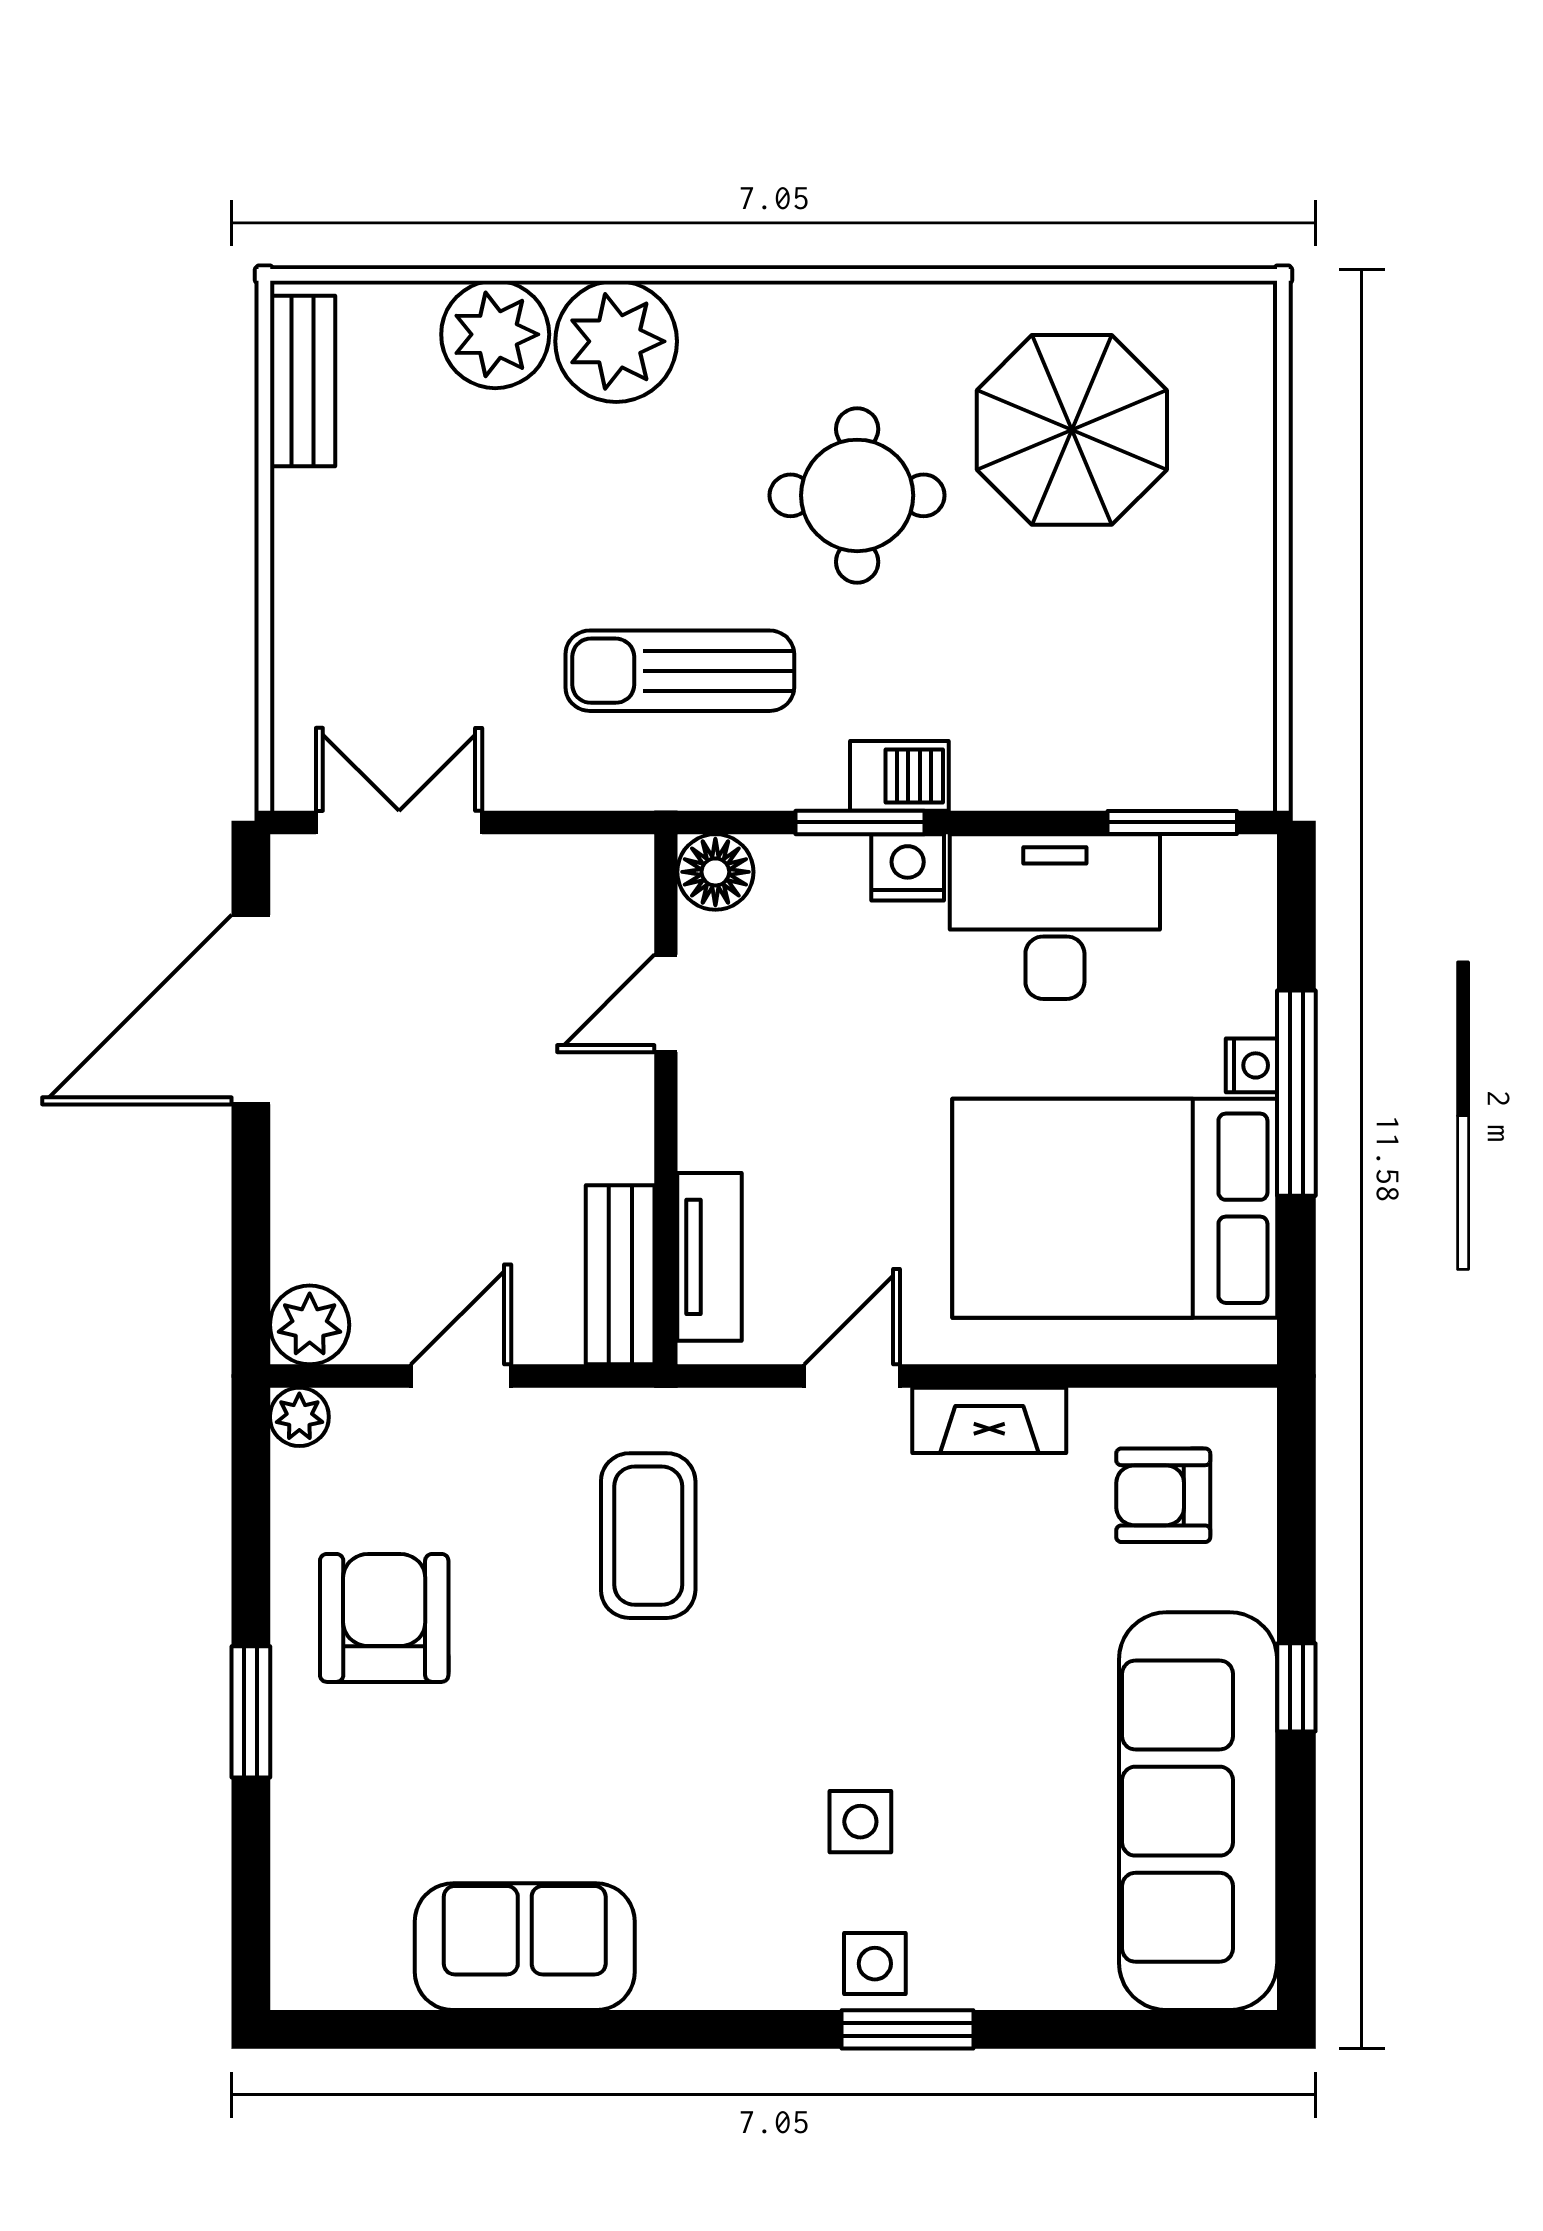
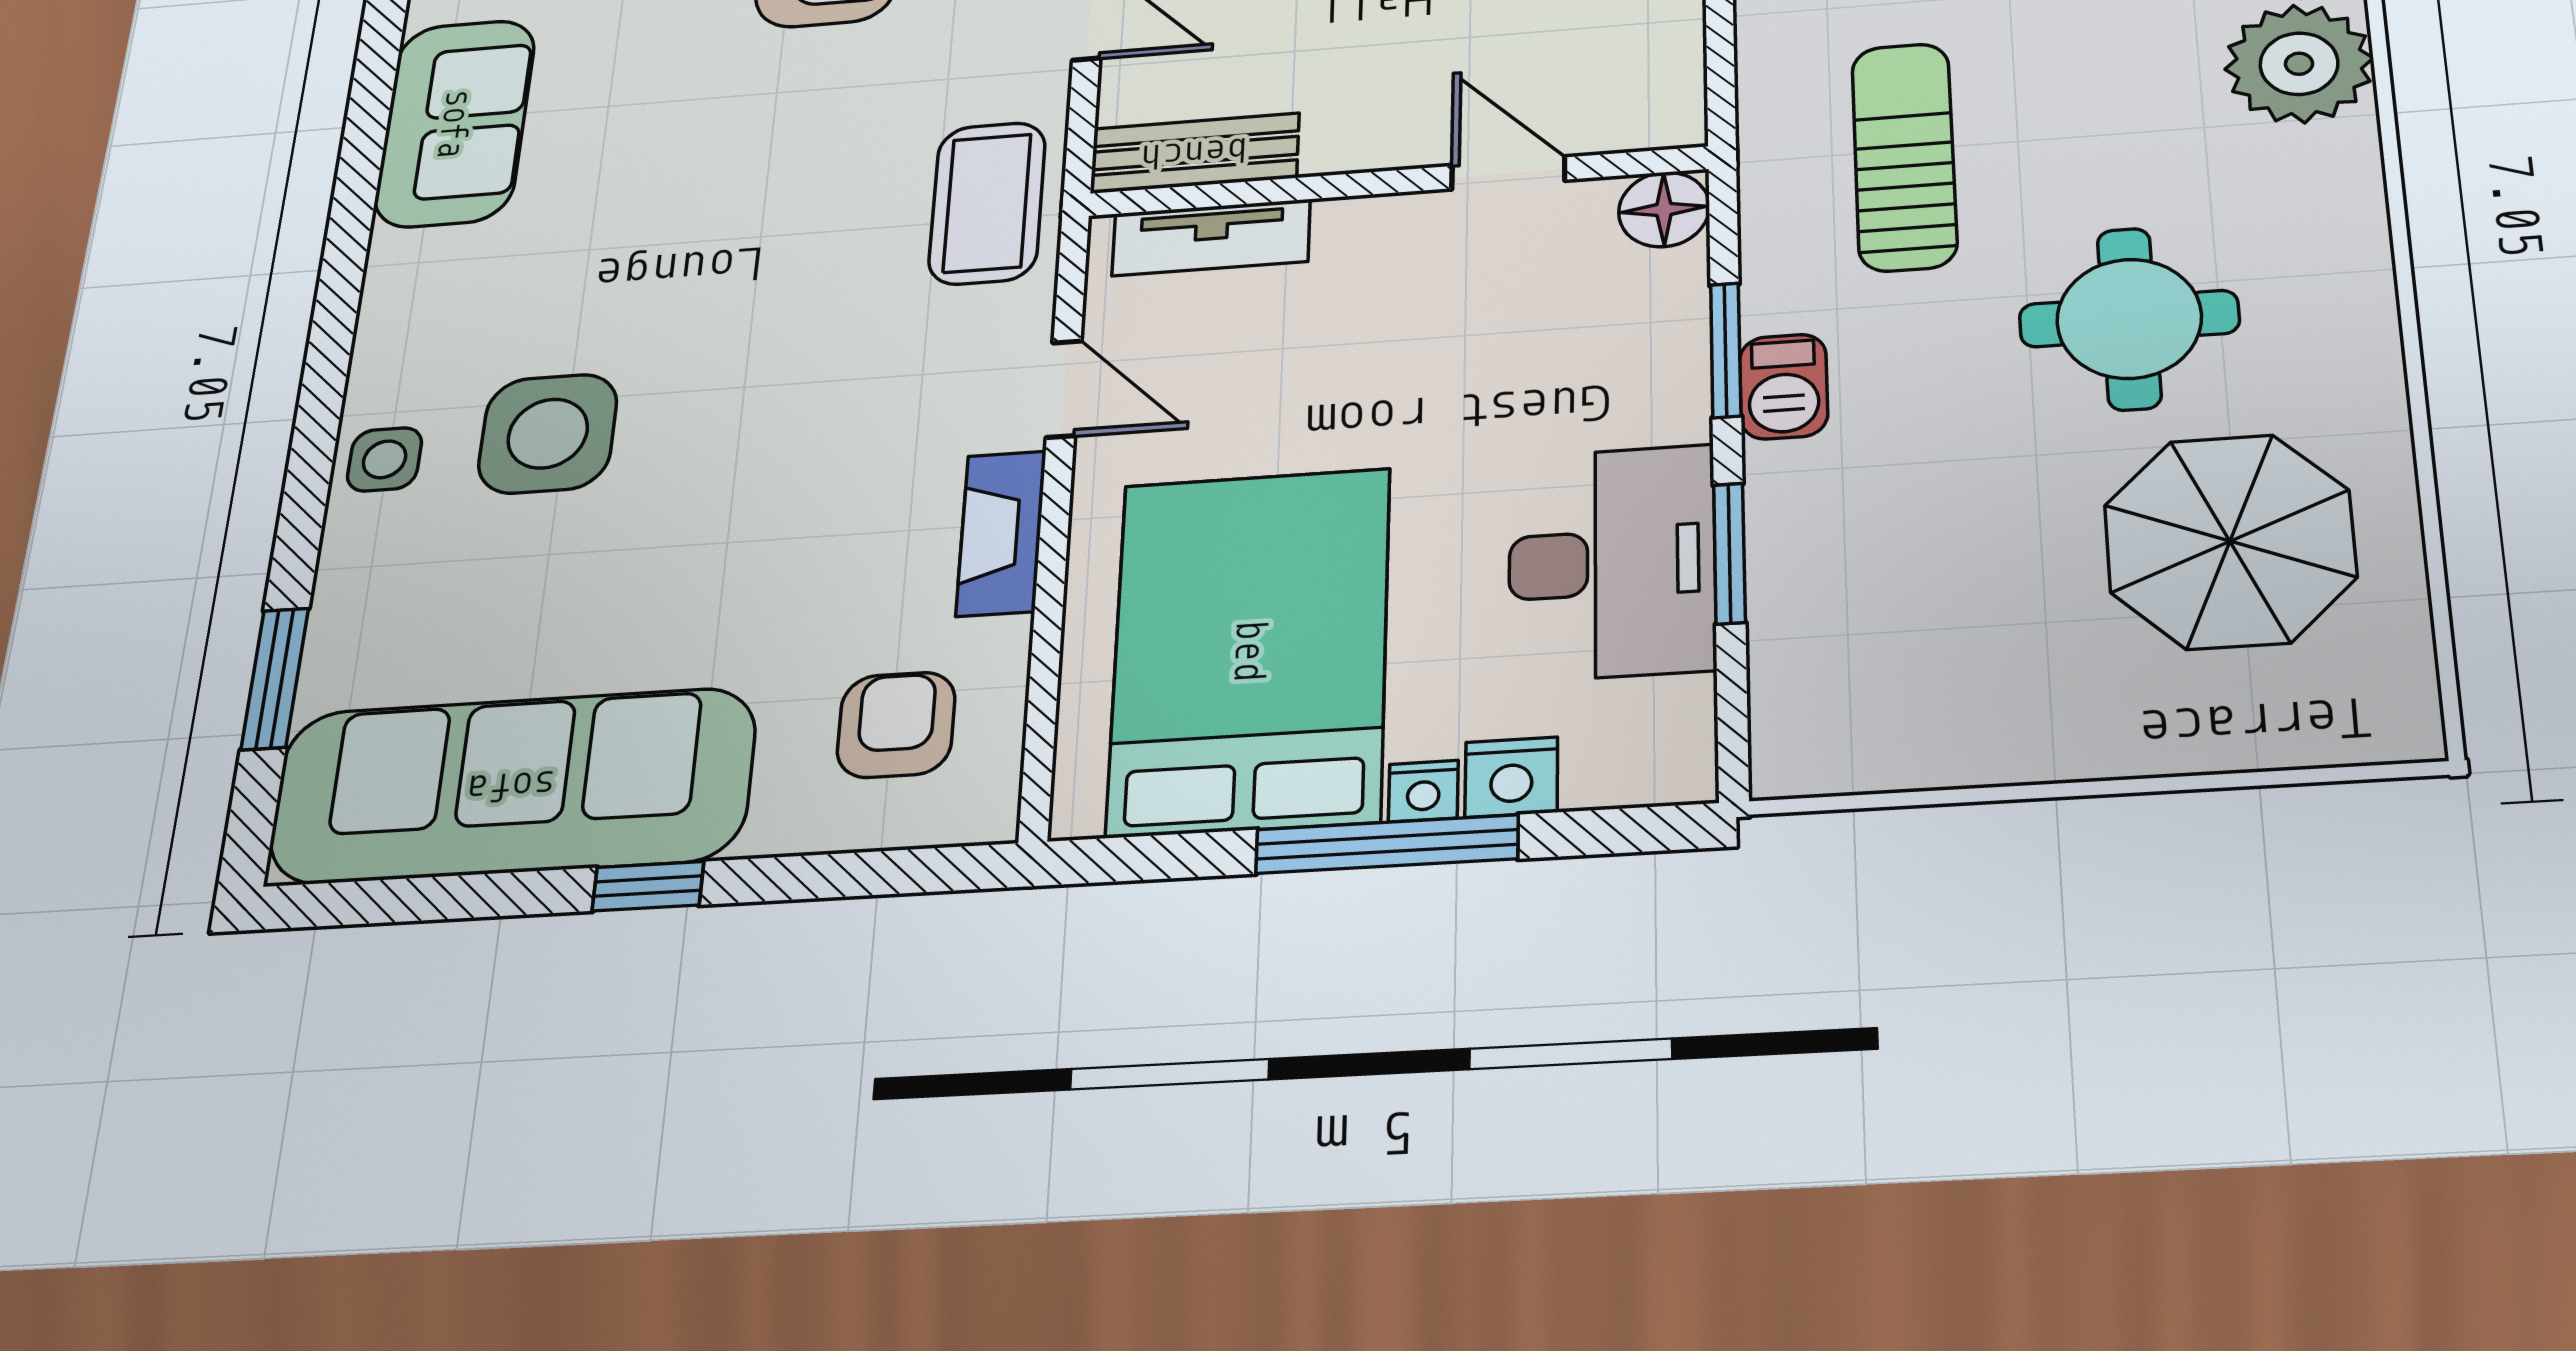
window: (1172, 822) -> (1729, 553), moved
nightstand: (908, 867) -> (1511, 777), moved, turned 90
coffee table: (648, 1536) -> (987, 203), moved, turned 90
side table: (860, 1822) -> (548, 434), width x1.87, depth x1.87
window: (907, 2029) -> (275, 679), moved

